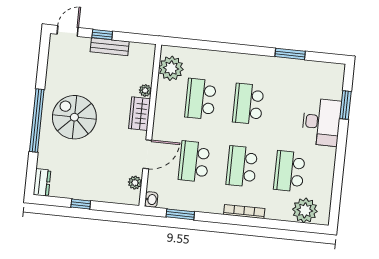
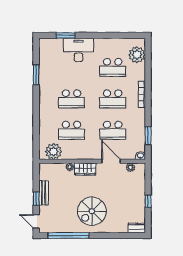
window: (37, 121) -> (69, 235), moved

